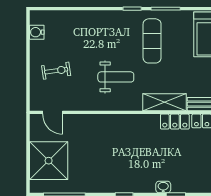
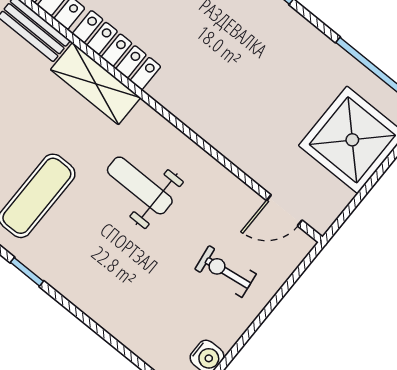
door: (53, 112) -> (284, 210), swing flipped
locker: (175, 122) -> (116, 50), width x1.53

